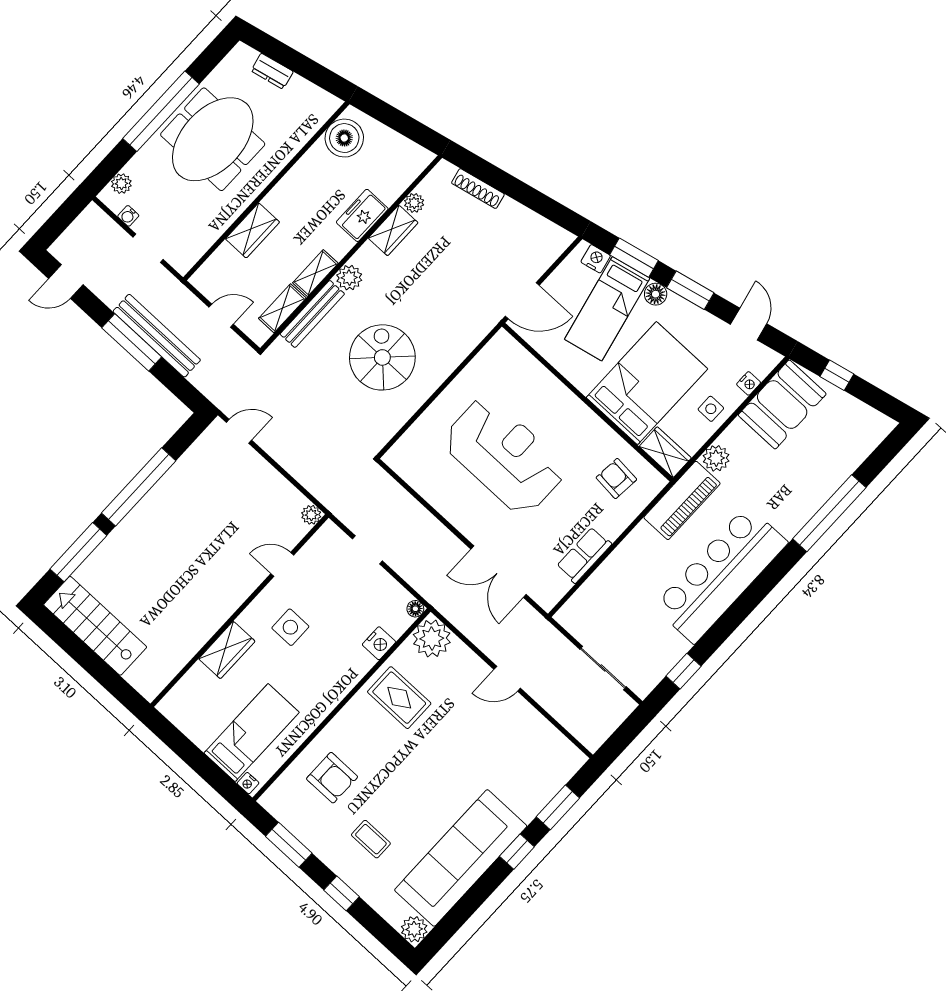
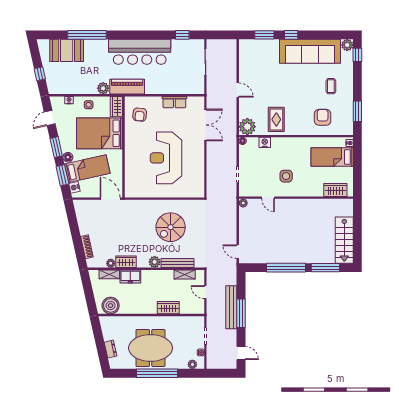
shelving: (315, 273) -> (109, 274), moved
booth: (782, 405) -> (67, 50), moved
wardrobe: (227, 650) -> (335, 190), moved
window: (341, 893) -> (357, 55), moved

